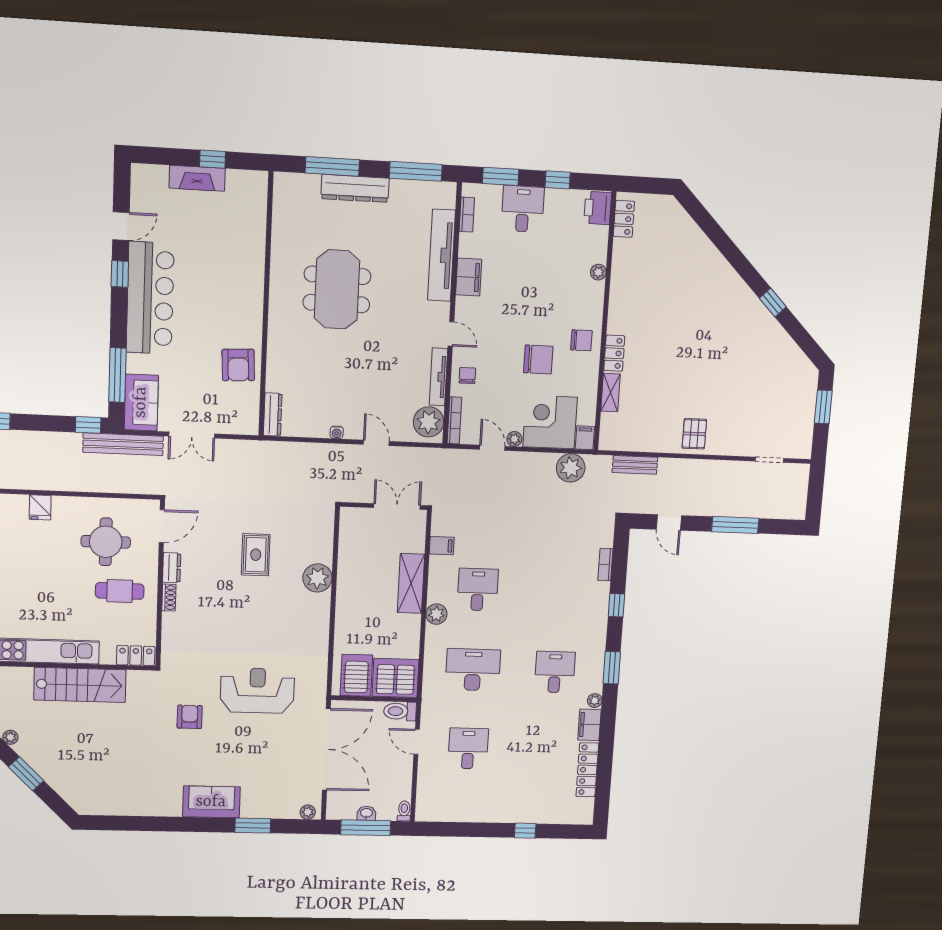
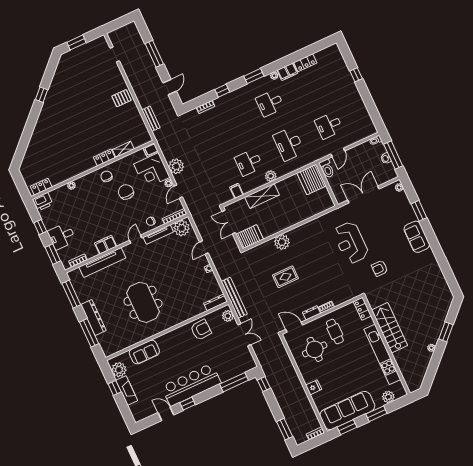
plant: (241, 184) -> (119, 370), added
meeting table: (337, 289) -> (143, 302), turned 90
sofa: (141, 402) -> (144, 352), moved, turned 180
plant: (239, 424) -> (228, 316), added
bench: (123, 444) -> (234, 298), moved
plant: (571, 468) -> (176, 166), moved
server rack: (356, 675) -> (250, 237), moved, turned 180
double door: (326, 749) -> (363, 195), width x0.73
locker: (587, 770) -> (305, 63), width x0.66

